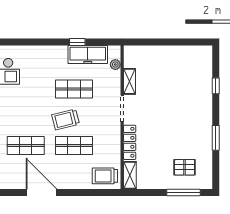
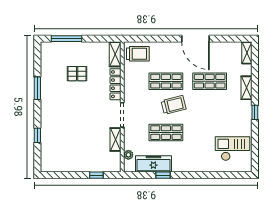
window: (151, 42) -> (96, 175), added
pallet: (185, 167) -> (77, 74), moved

